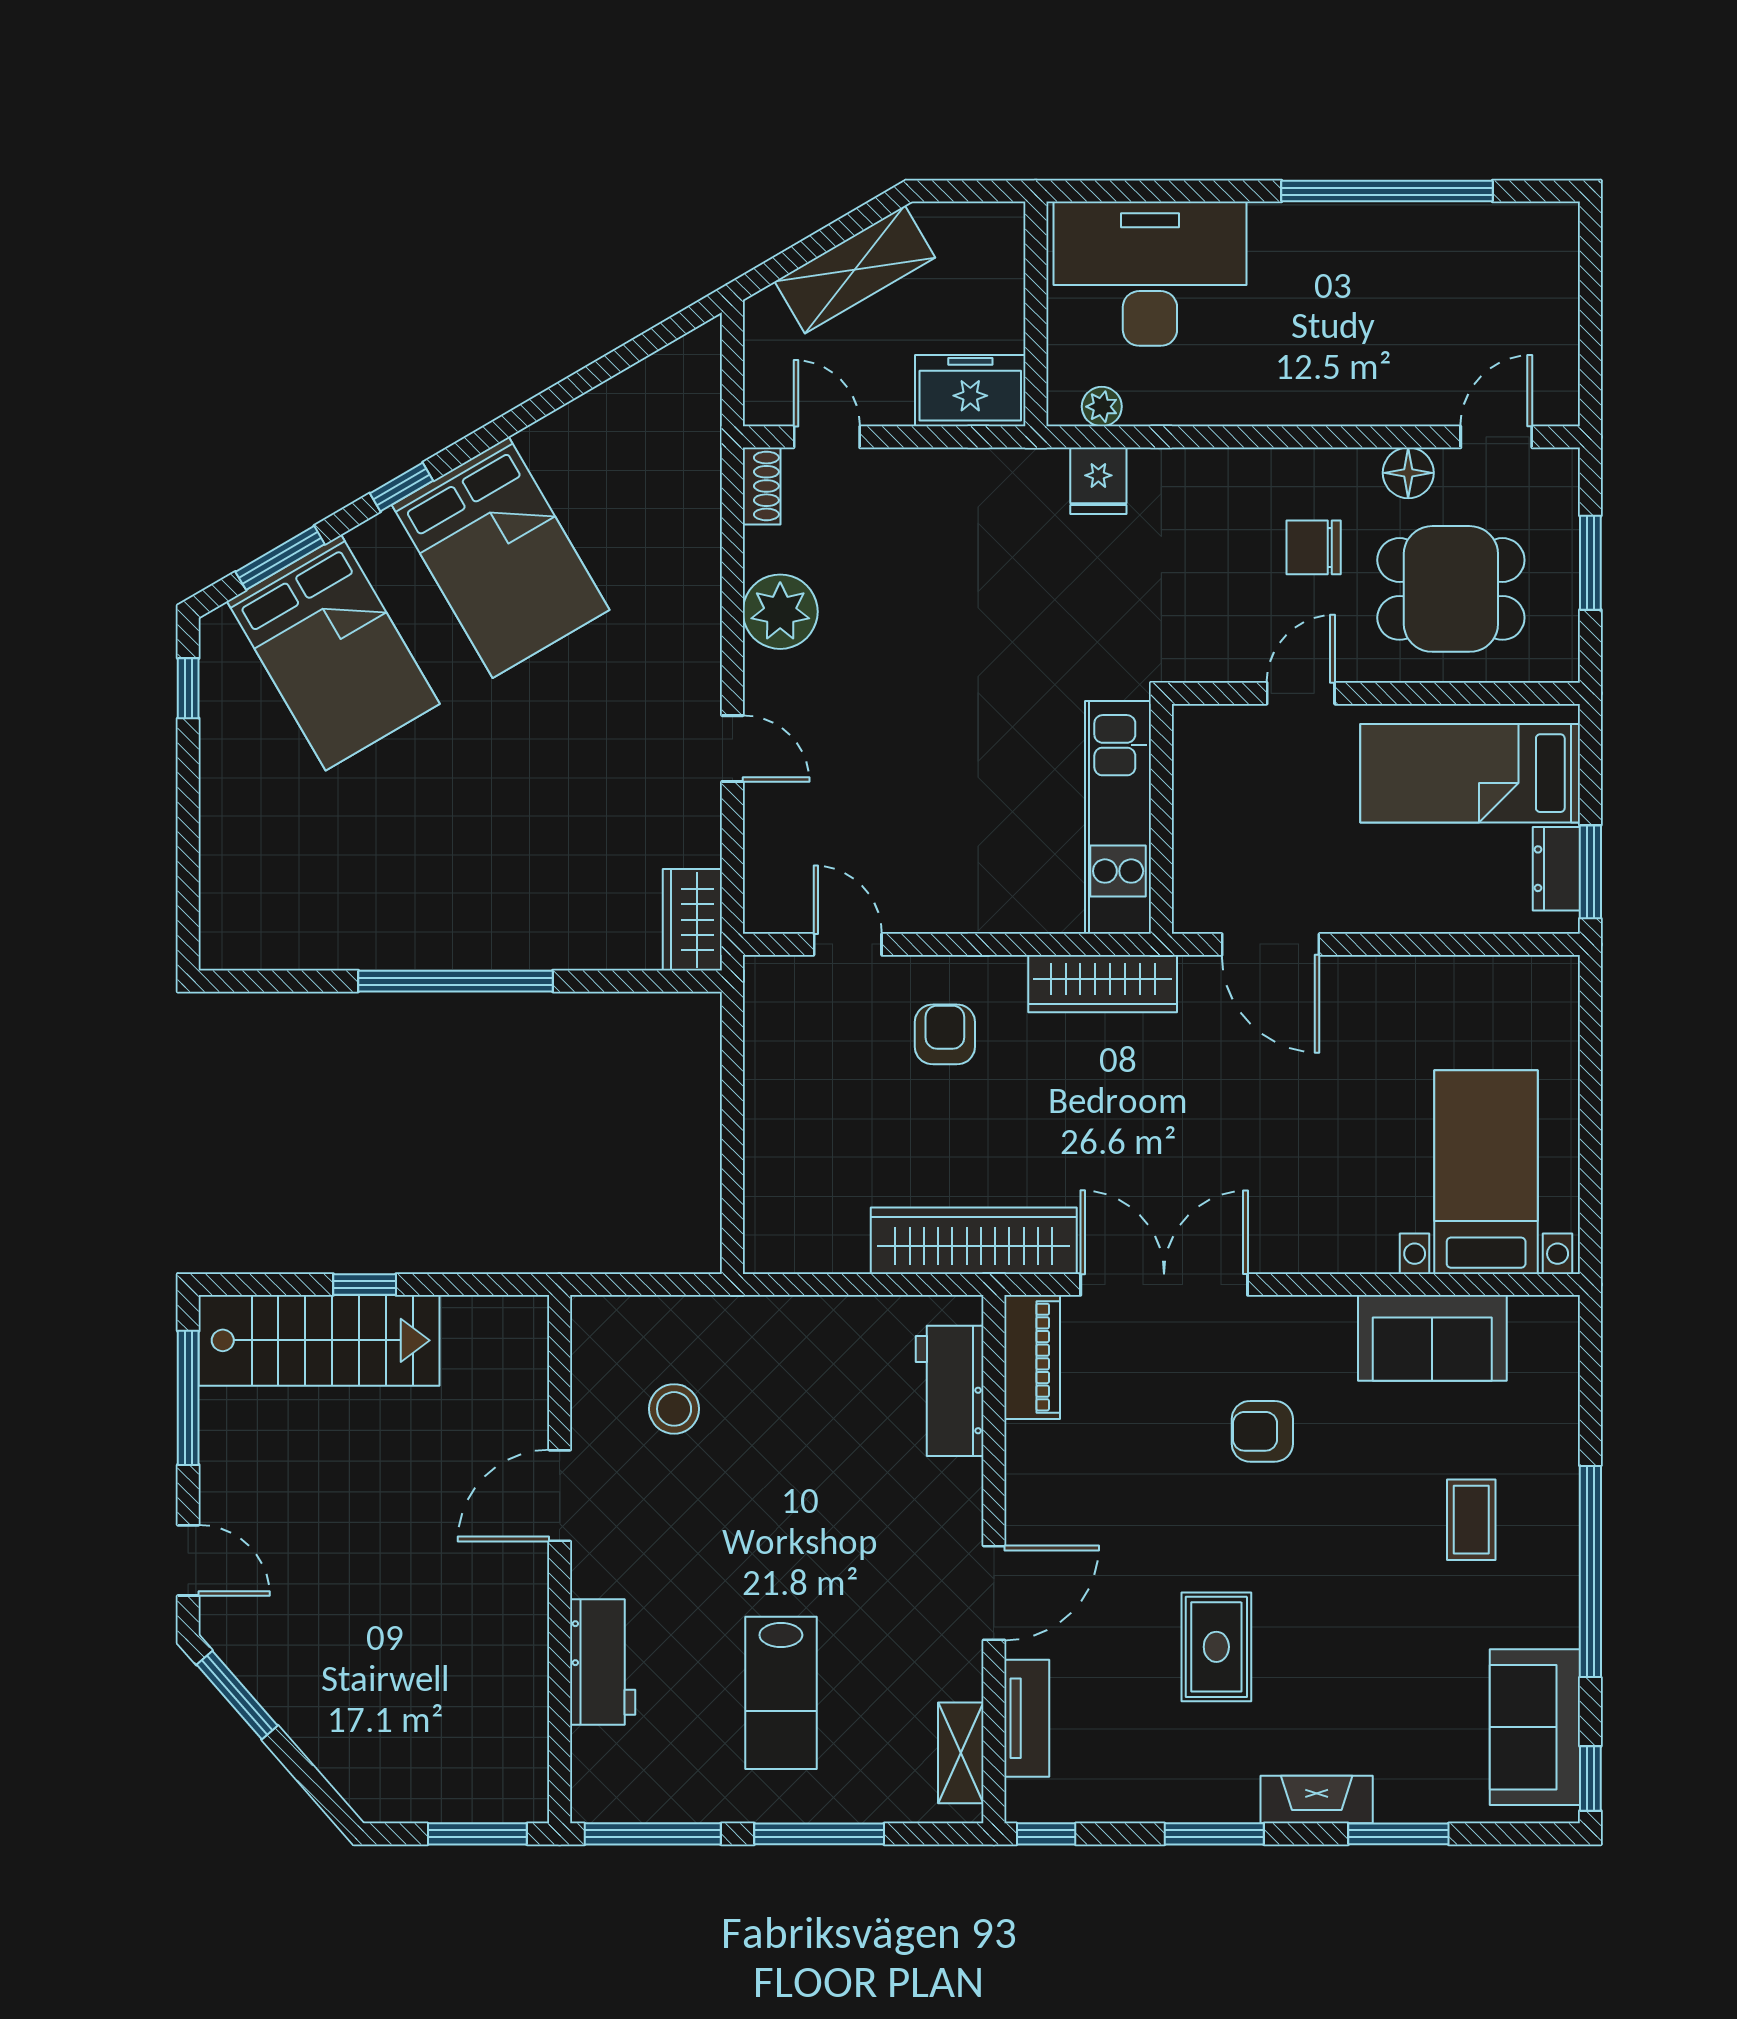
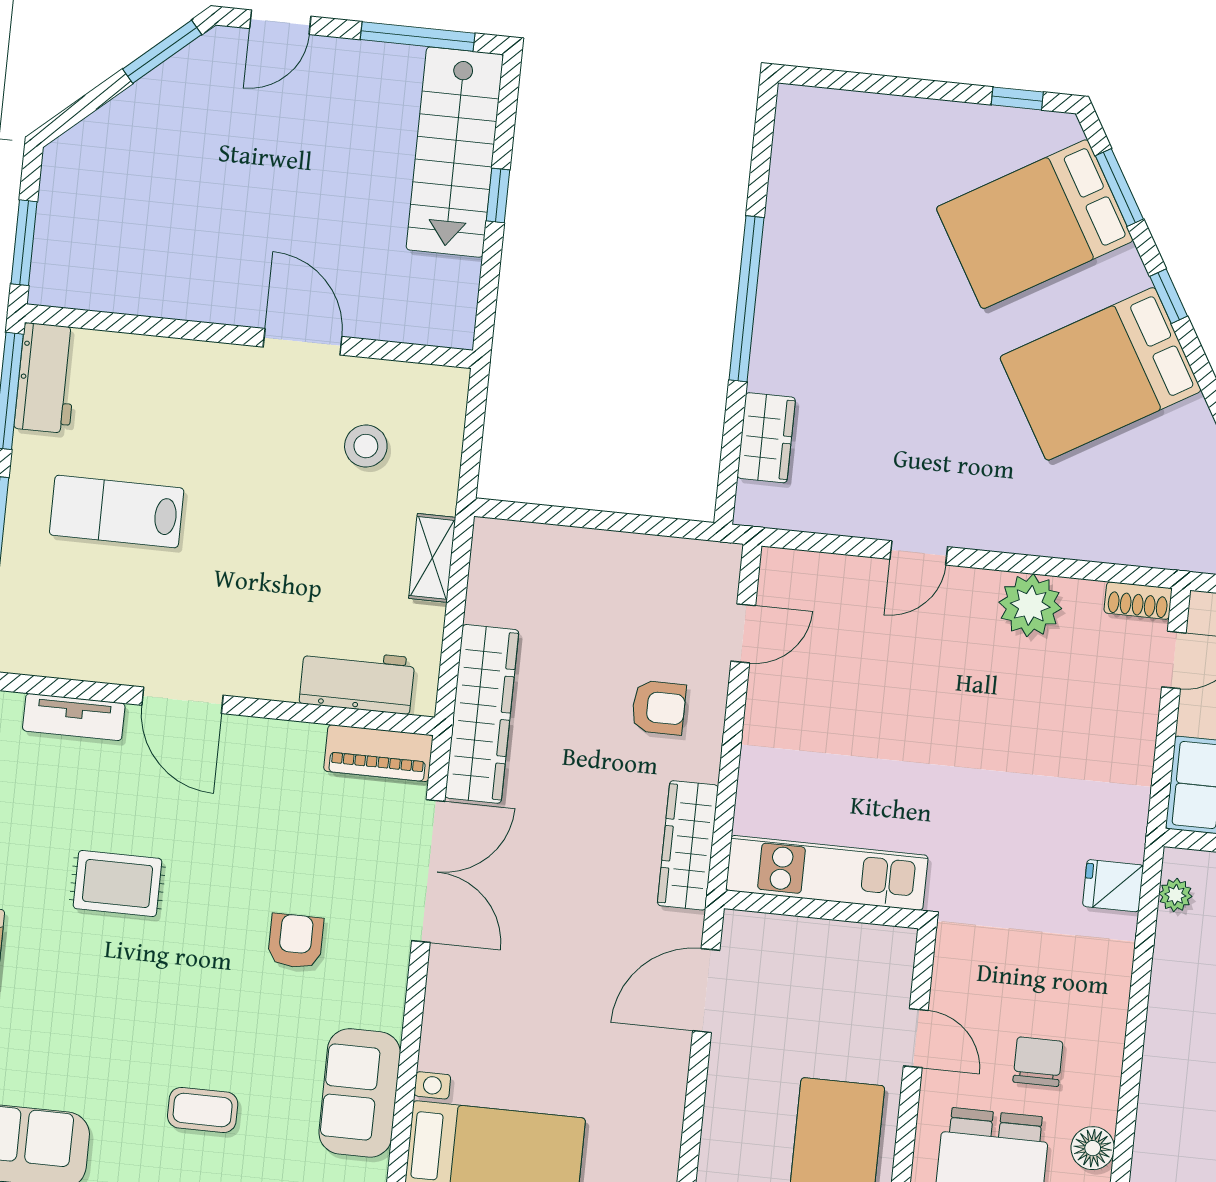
wardrobe: (692, 920) -> (766, 438), moved, turned 90
workbench: (603, 1662) -> (47, 378), moved, turned -90
shelving: (961, 1753) -> (432, 558), moved, turned 90

